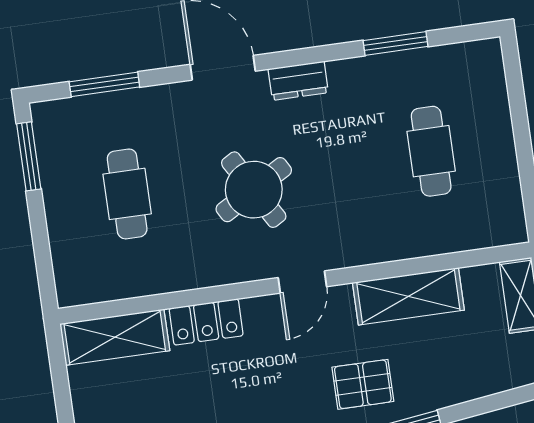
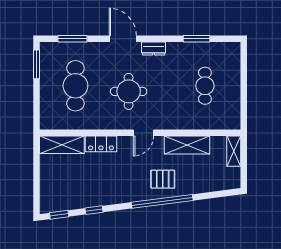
round table: (254, 190) -> (129, 91), turned 30
cafe table: (127, 194) -> (75, 86), width x1.37, depth x1.35

